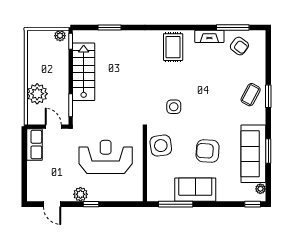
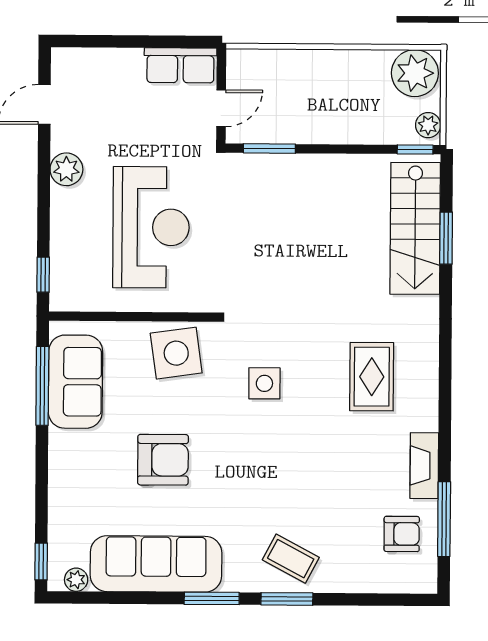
armchair: (239, 46) -> (402, 534), turned -127
rug: (173, 47) -> (372, 377), moved, turned 90
stairs: (84, 72) -> (415, 228), moved, turned 90
plant: (37, 94) -> (415, 73), moved
armchair: (208, 151) -> (163, 460), turned 86
window: (268, 151) -> (212, 598), moved
sofa: (195, 190) -> (75, 382), moved
window: (91, 204) -> (43, 275), moved

